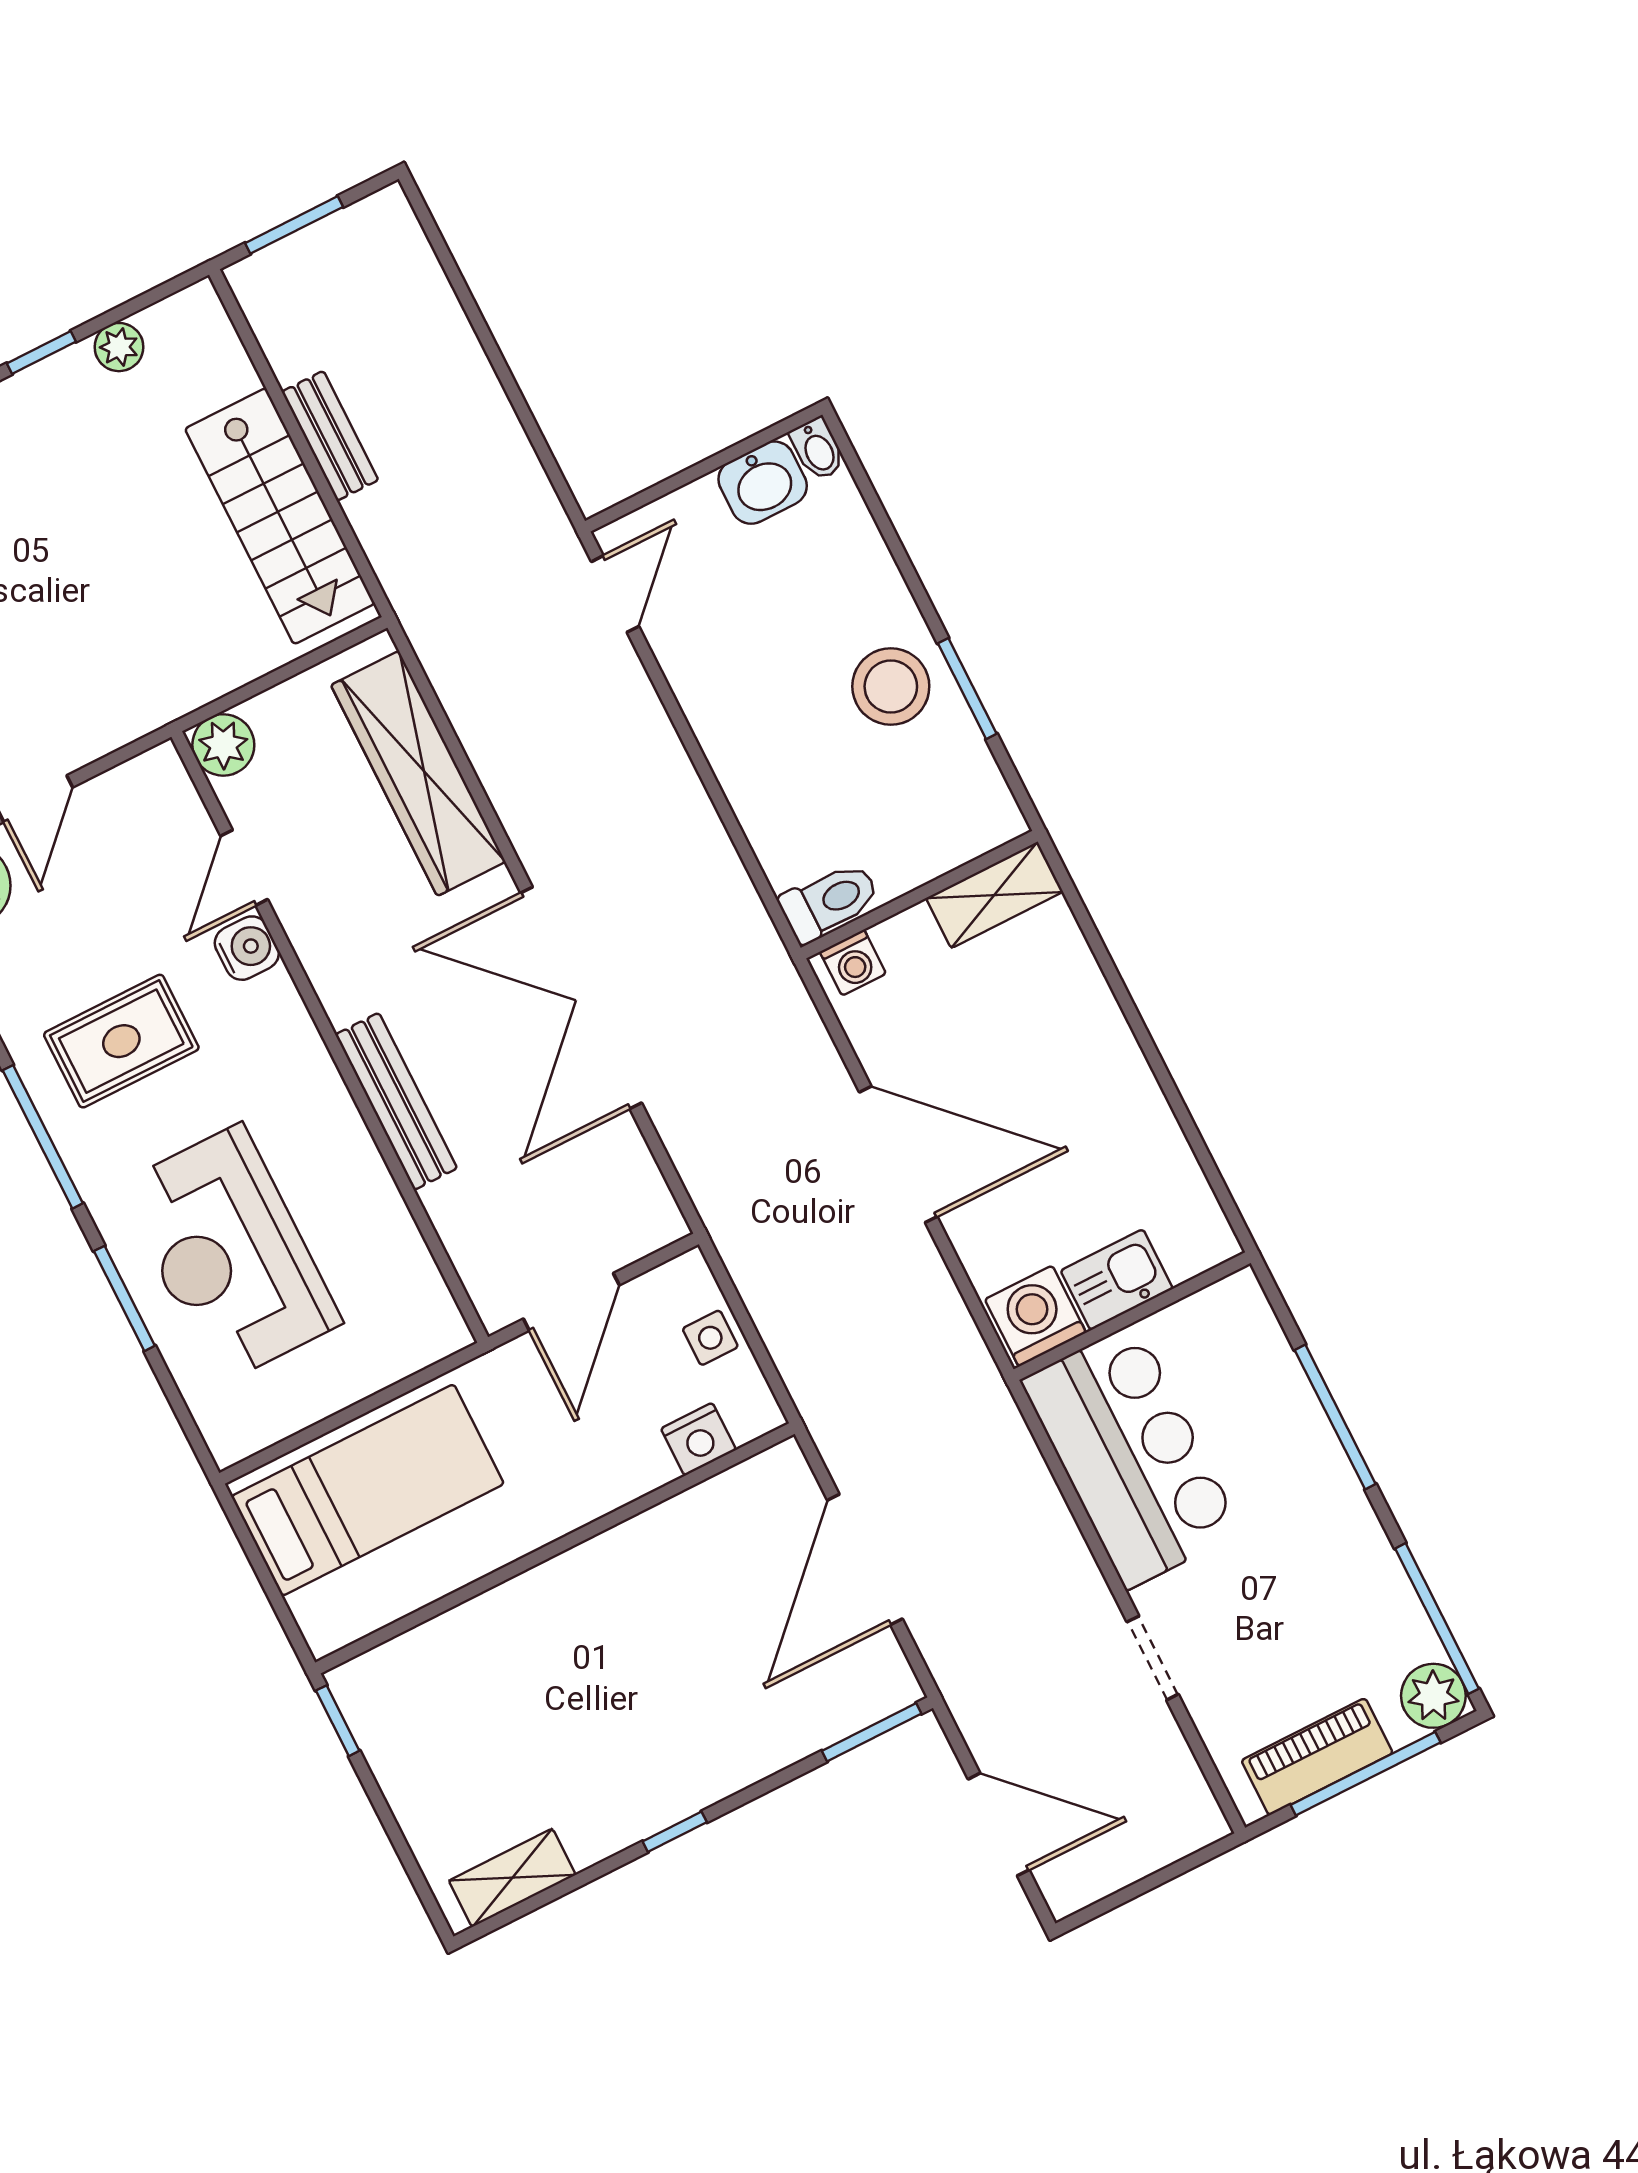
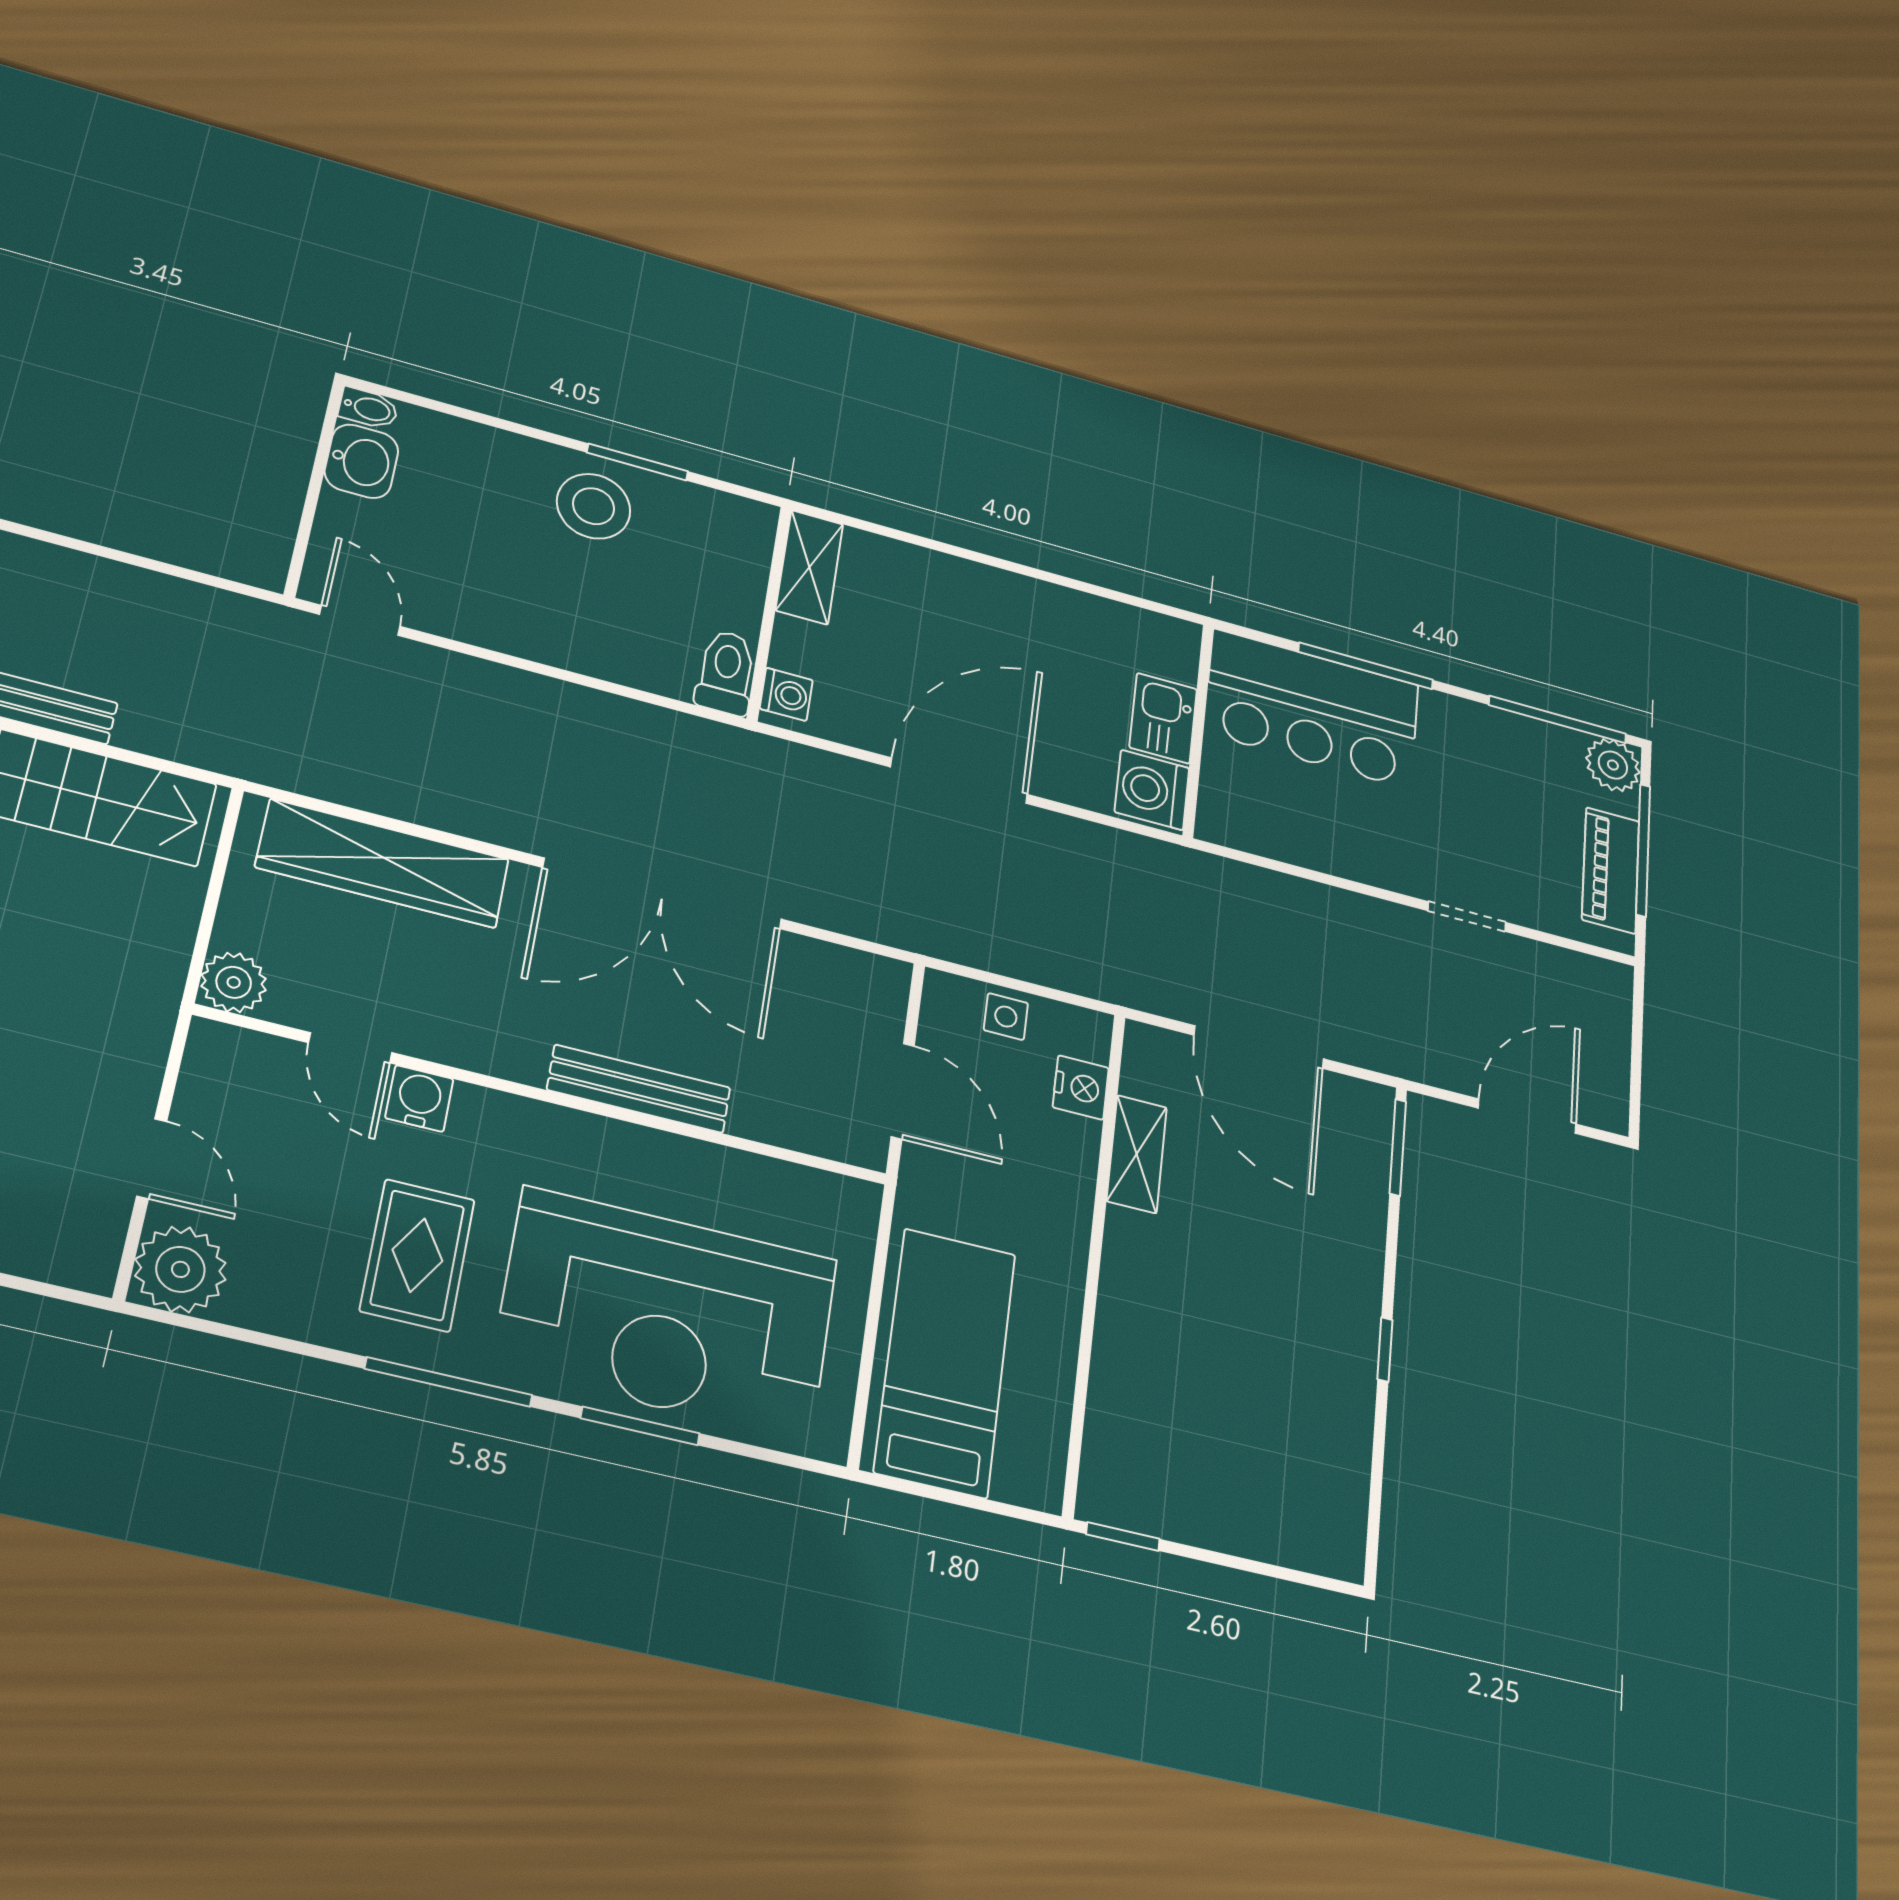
reception desk: (230, 1254) -> (667, 1313), width x1.36, depth x1.30
bar counter: (1131, 1456) -> (1312, 709), moved, turned 180
shelving: (512, 1878) -> (1137, 1154), moved

